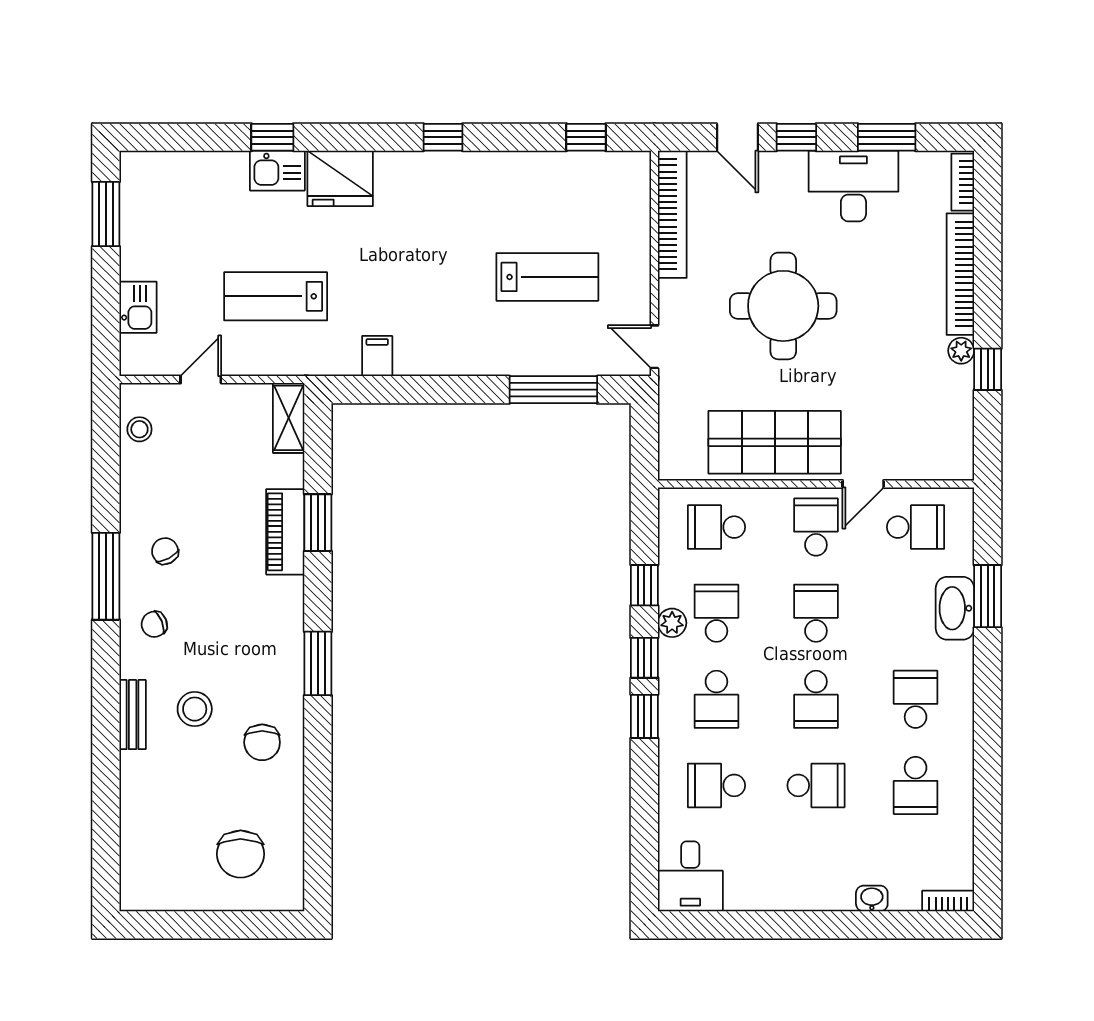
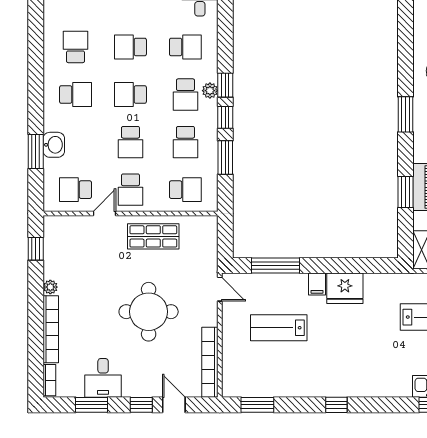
window: (586, 137) -> (257, 405), width x1.50
fridge: (340, 178) -> (345, 288), moved, turned 180
desk: (853, 186) -> (103, 378), width x0.73
filing cabinet: (377, 356) -> (317, 284), moved
window: (988, 369) -> (36, 249), moved
shop shelf: (775, 442) -> (153, 236), width x0.70, depth x0.74
window: (644, 585) -> (225, 158), width x1.50
washbasin: (955, 608) -> (54, 145), width x0.72
plant: (672, 623) -> (210, 91), moved
school desk: (716, 699) -> (185, 95), turned 180
school desk: (816, 699) -> (130, 95), turned -90
school desk: (916, 699) -> (76, 95), turned -90

